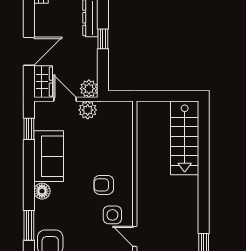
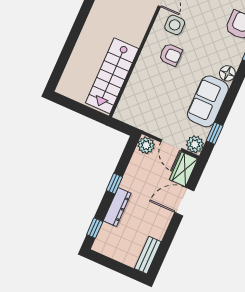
plant: (88, 110) -> (195, 144), moved
stairs: (185, 138) -> (112, 76), moved, turned 180

